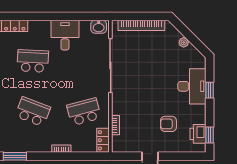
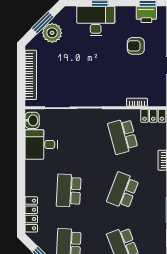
desk: (65, 35) -> (41, 144), moved
window: (190, 37) -> (43, 23), added
plant: (184, 42) -> (52, 33), width x1.88, depth x1.88
armchair: (168, 124) -> (136, 46), turned 90

